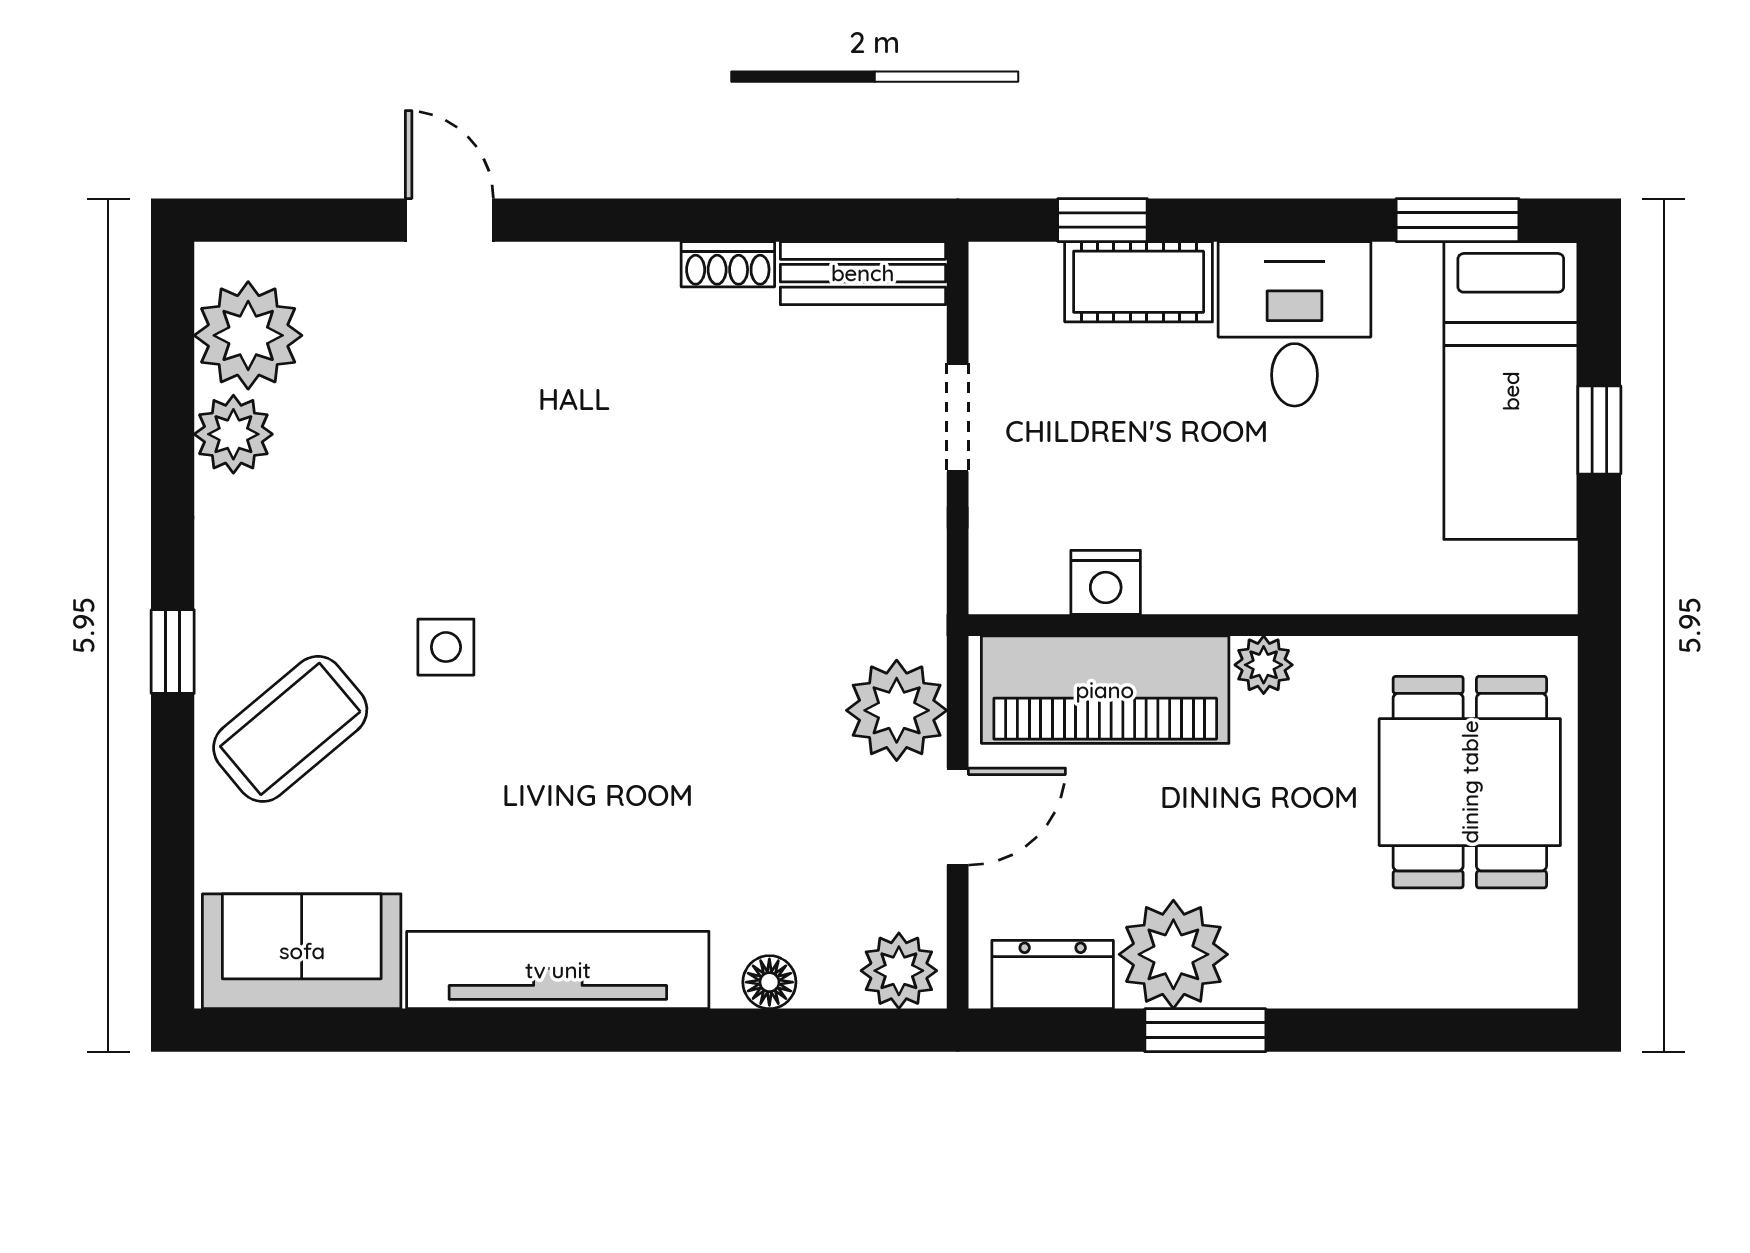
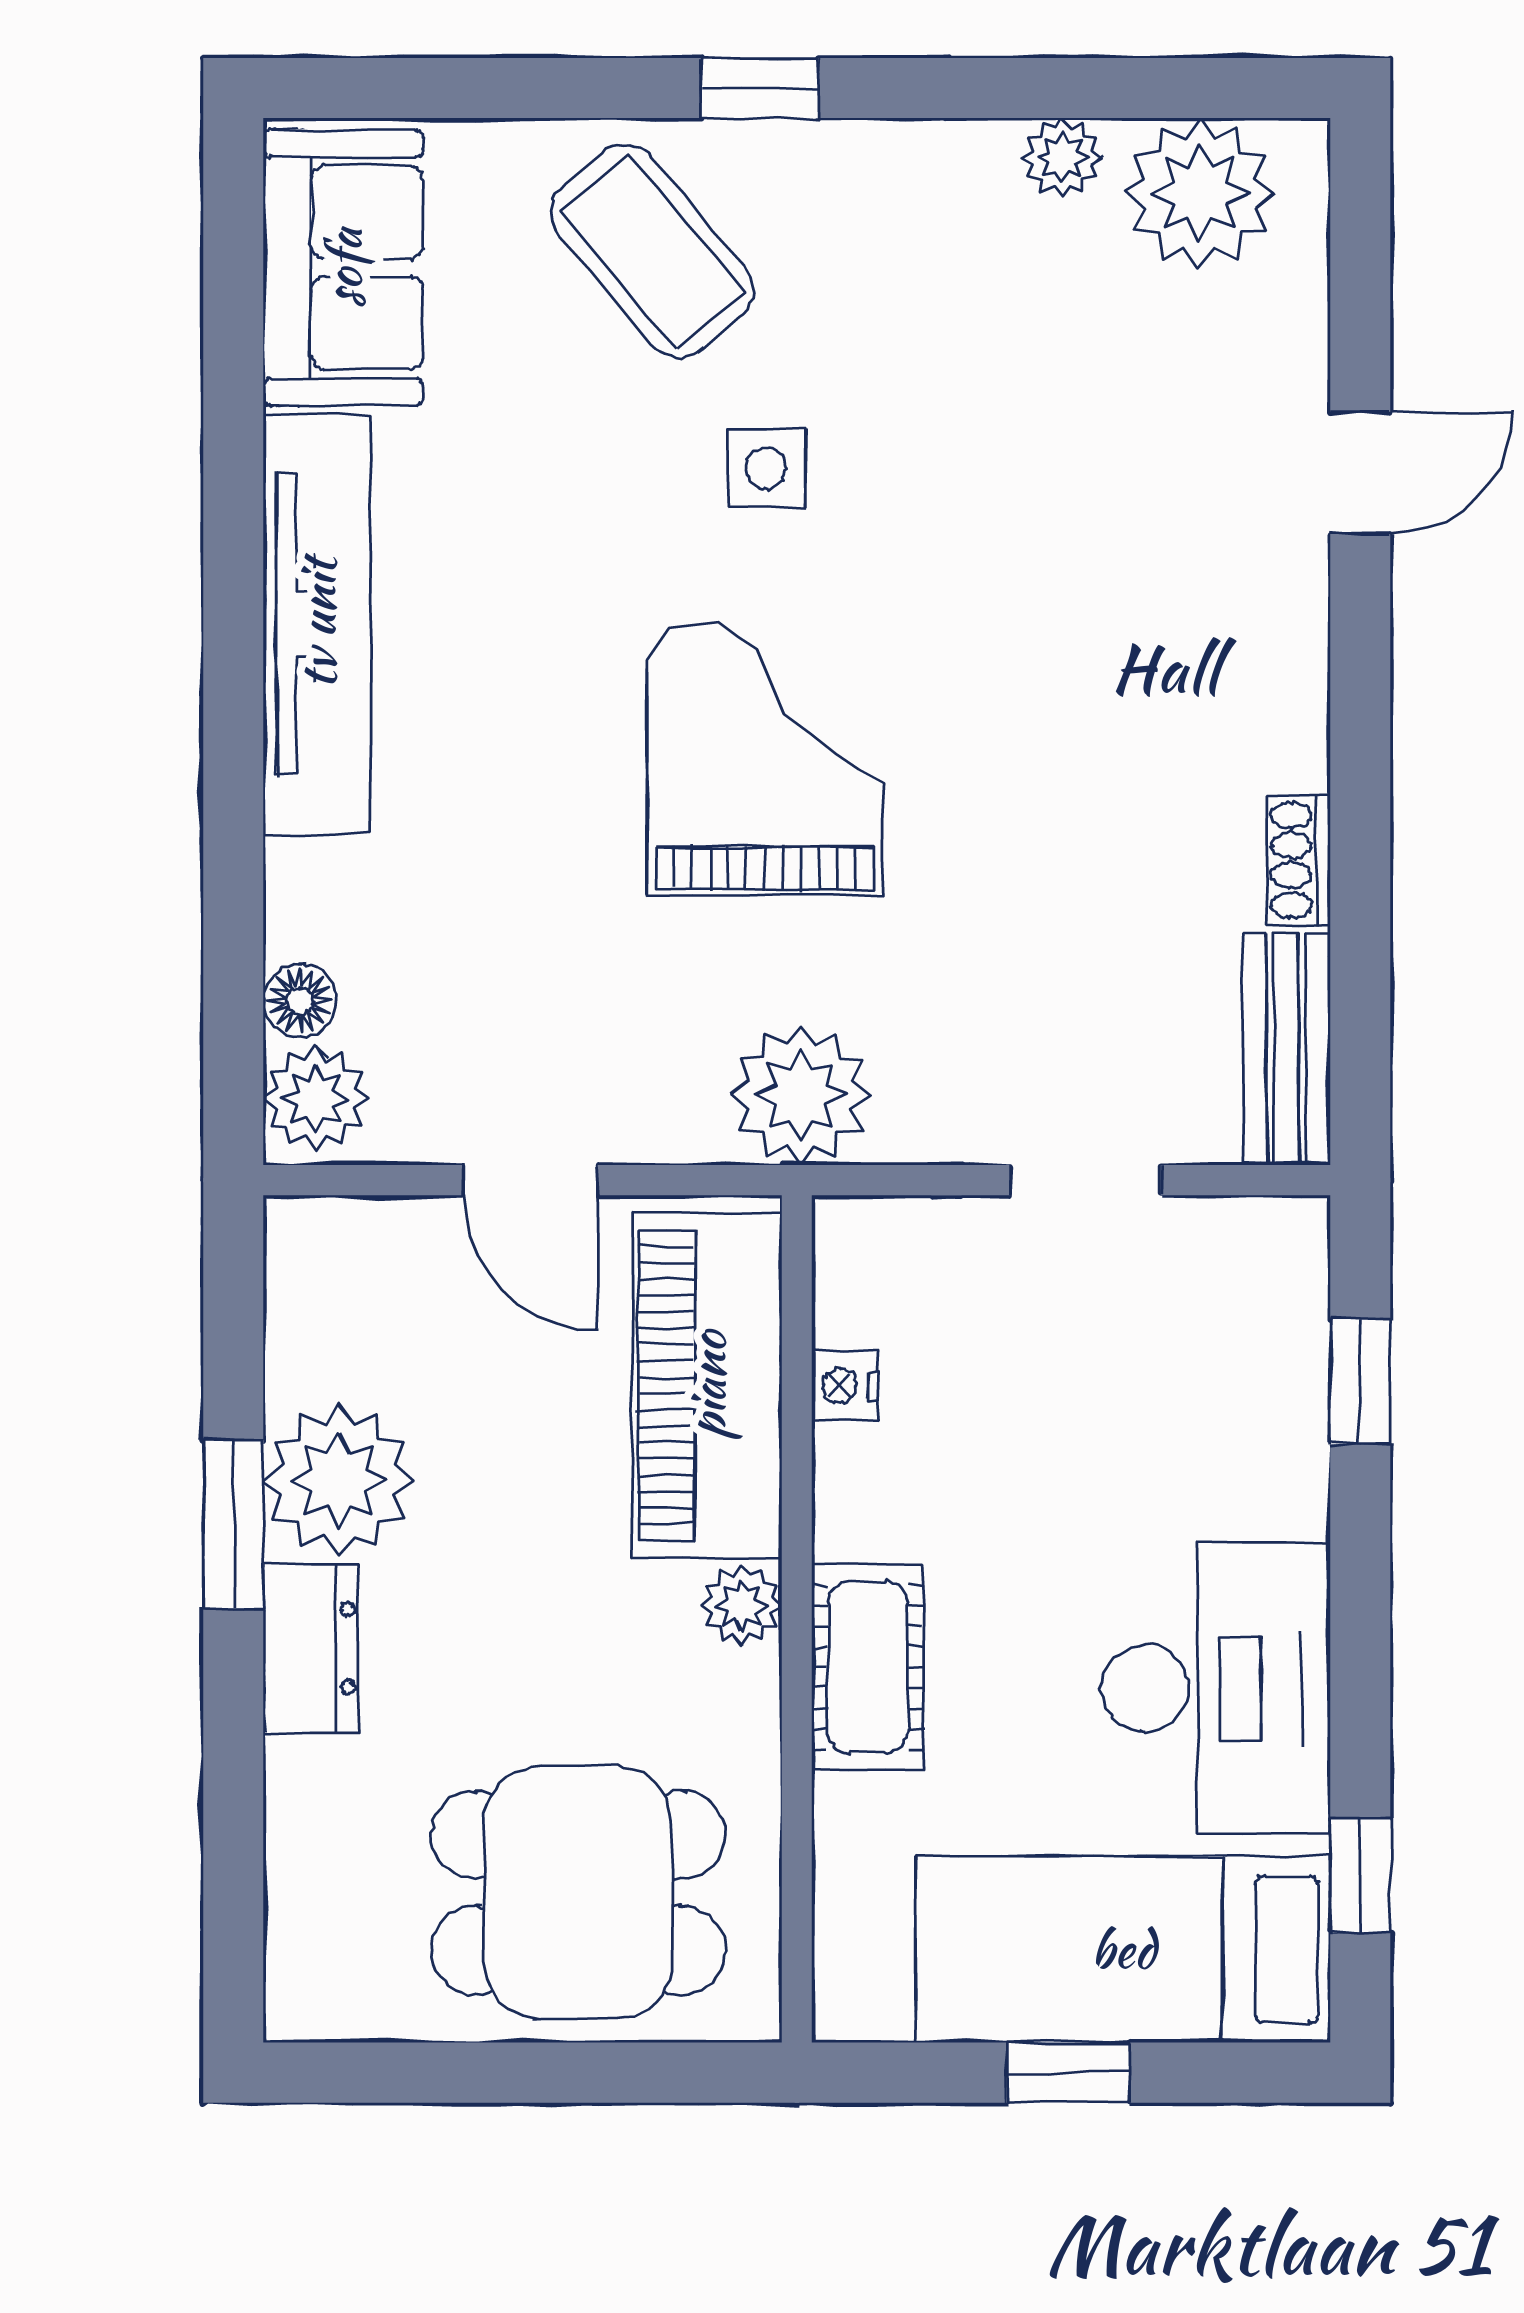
window: (1458, 220) -> (1360, 1875), width x0.67
cot: (1139, 282) -> (868, 1667), moved
desk: (1295, 324) -> (1216, 1688), width x1.37
plant: (233, 434) -> (1062, 158), width x0.73, depth x0.73
nightstand: (1106, 582) -> (845, 1386), width x0.72, depth x0.74
grand piano: (655, 648) -> (764, 759), added
plant: (897, 710) -> (801, 1095), moved
dresser: (1053, 974) -> (311, 1648), moved
floor lamp: (769, 982) -> (300, 1001), moved

